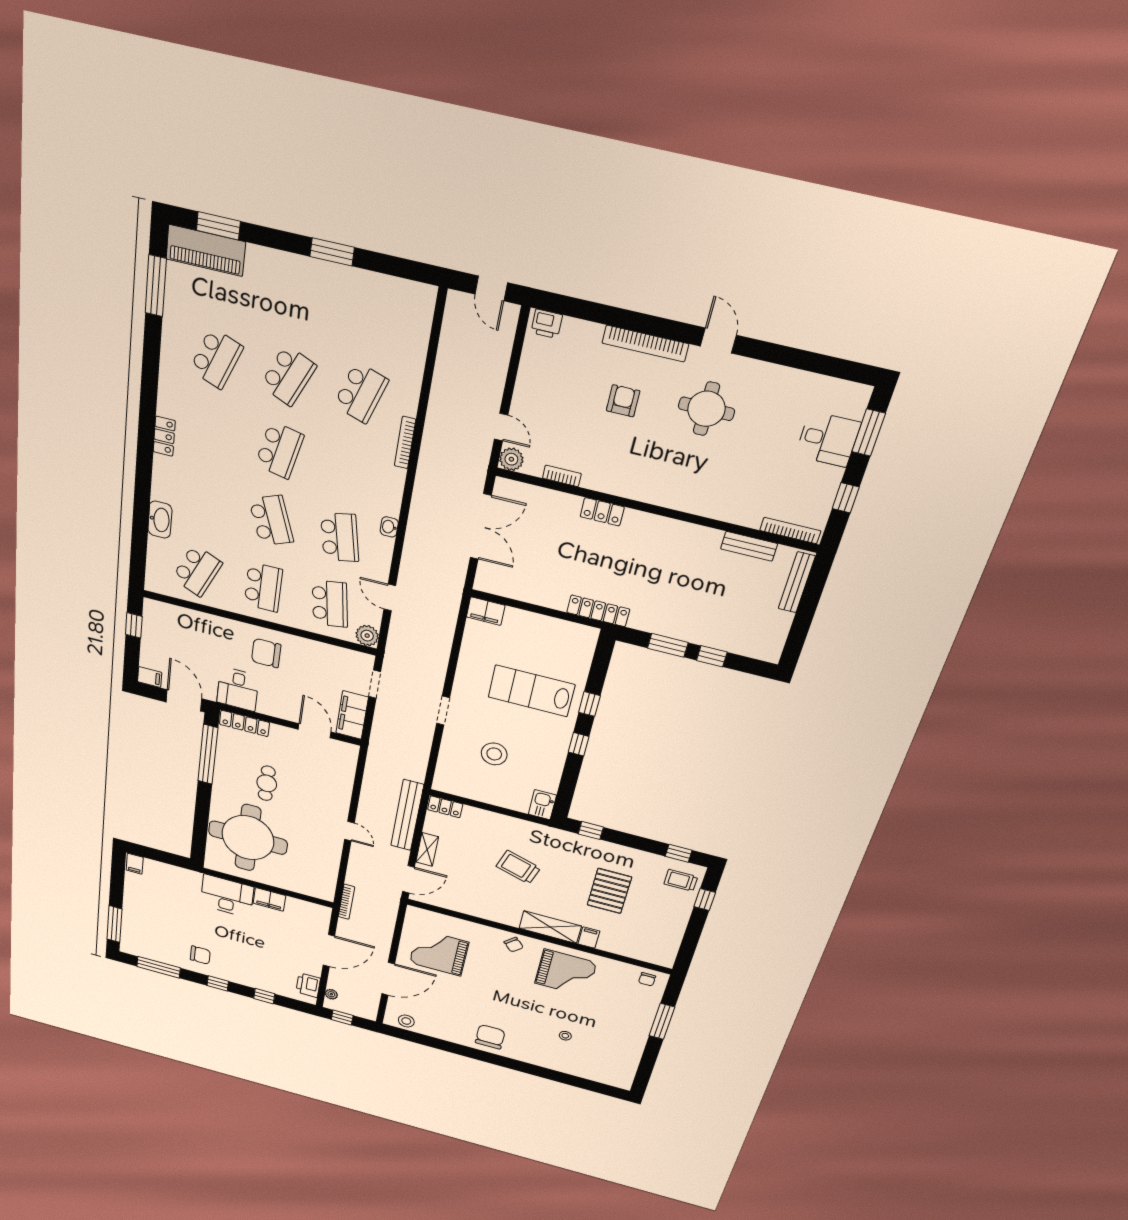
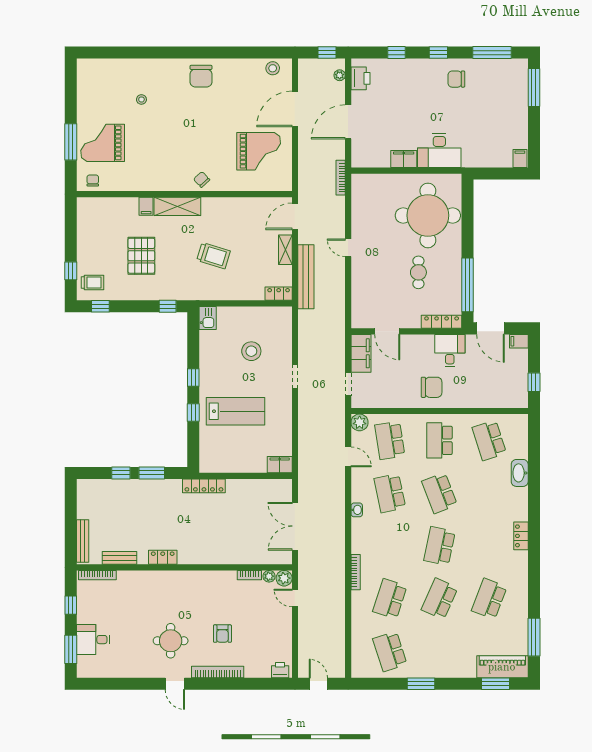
school desk: (373, 314) -> (390, 652), added
plant: (533, 467) -> (269, 576), added
locker: (602, 512) -> (163, 557), moved
school desk: (197, 571) -> (489, 440), turned -42
grand piano: (566, 973) -> (103, 143), moved

